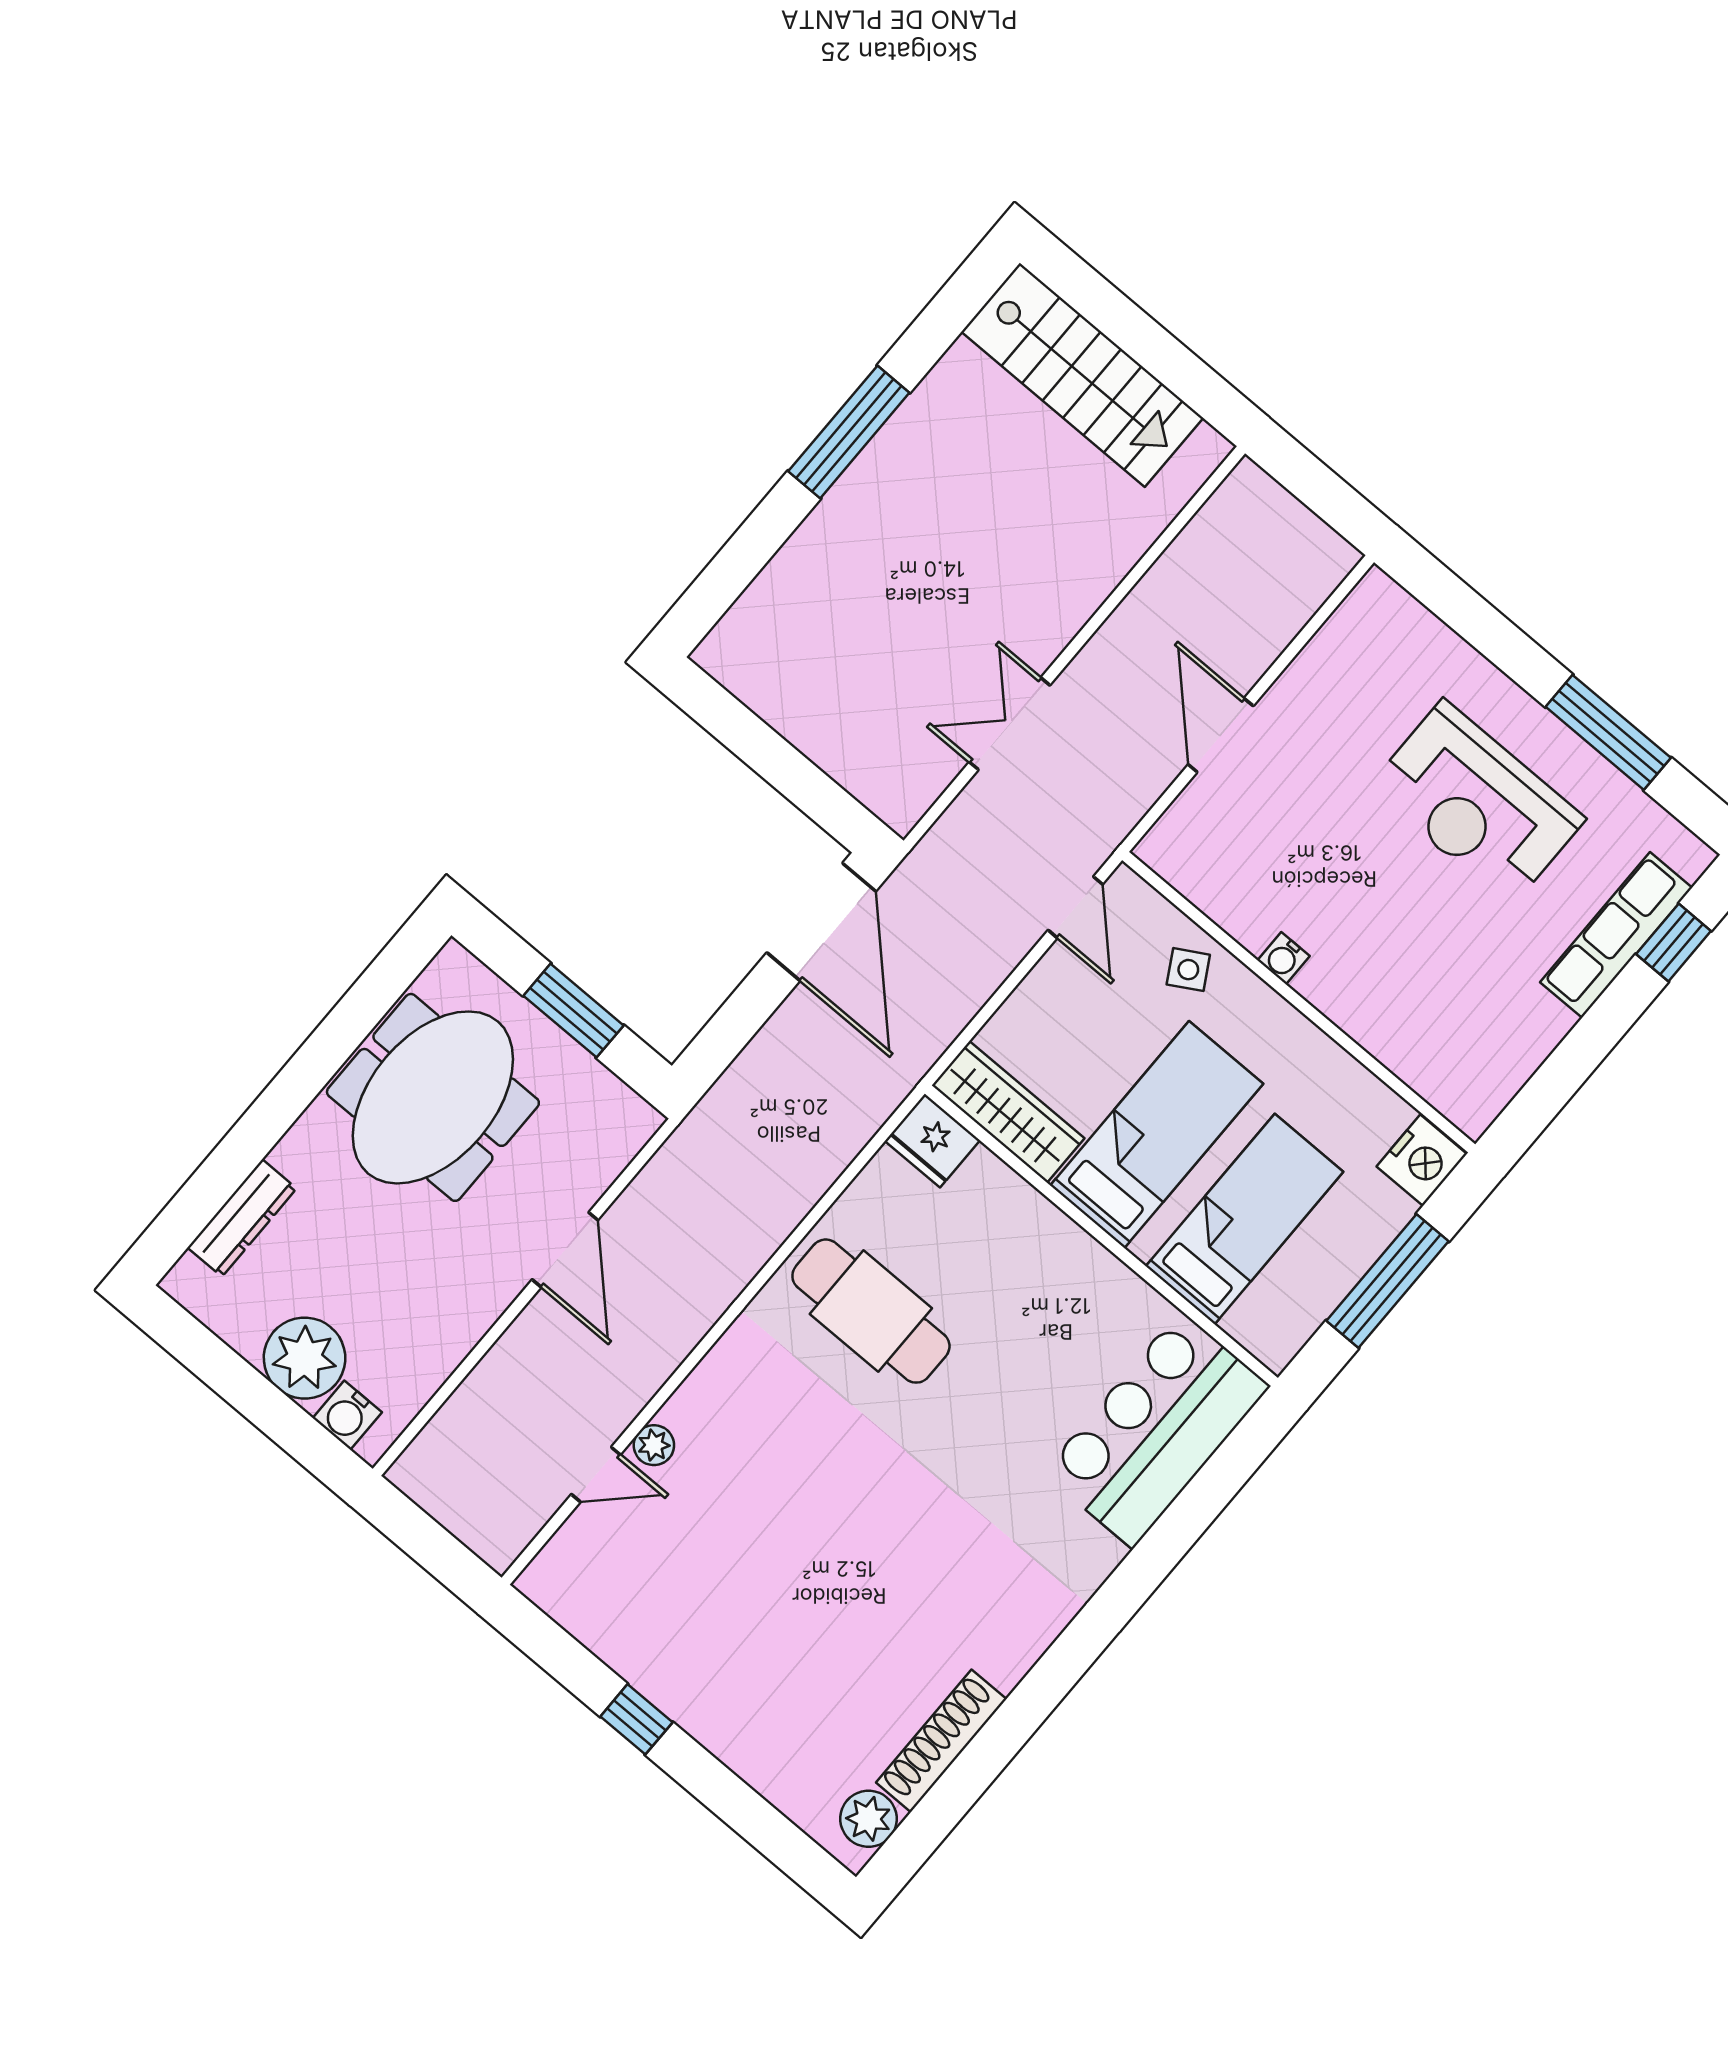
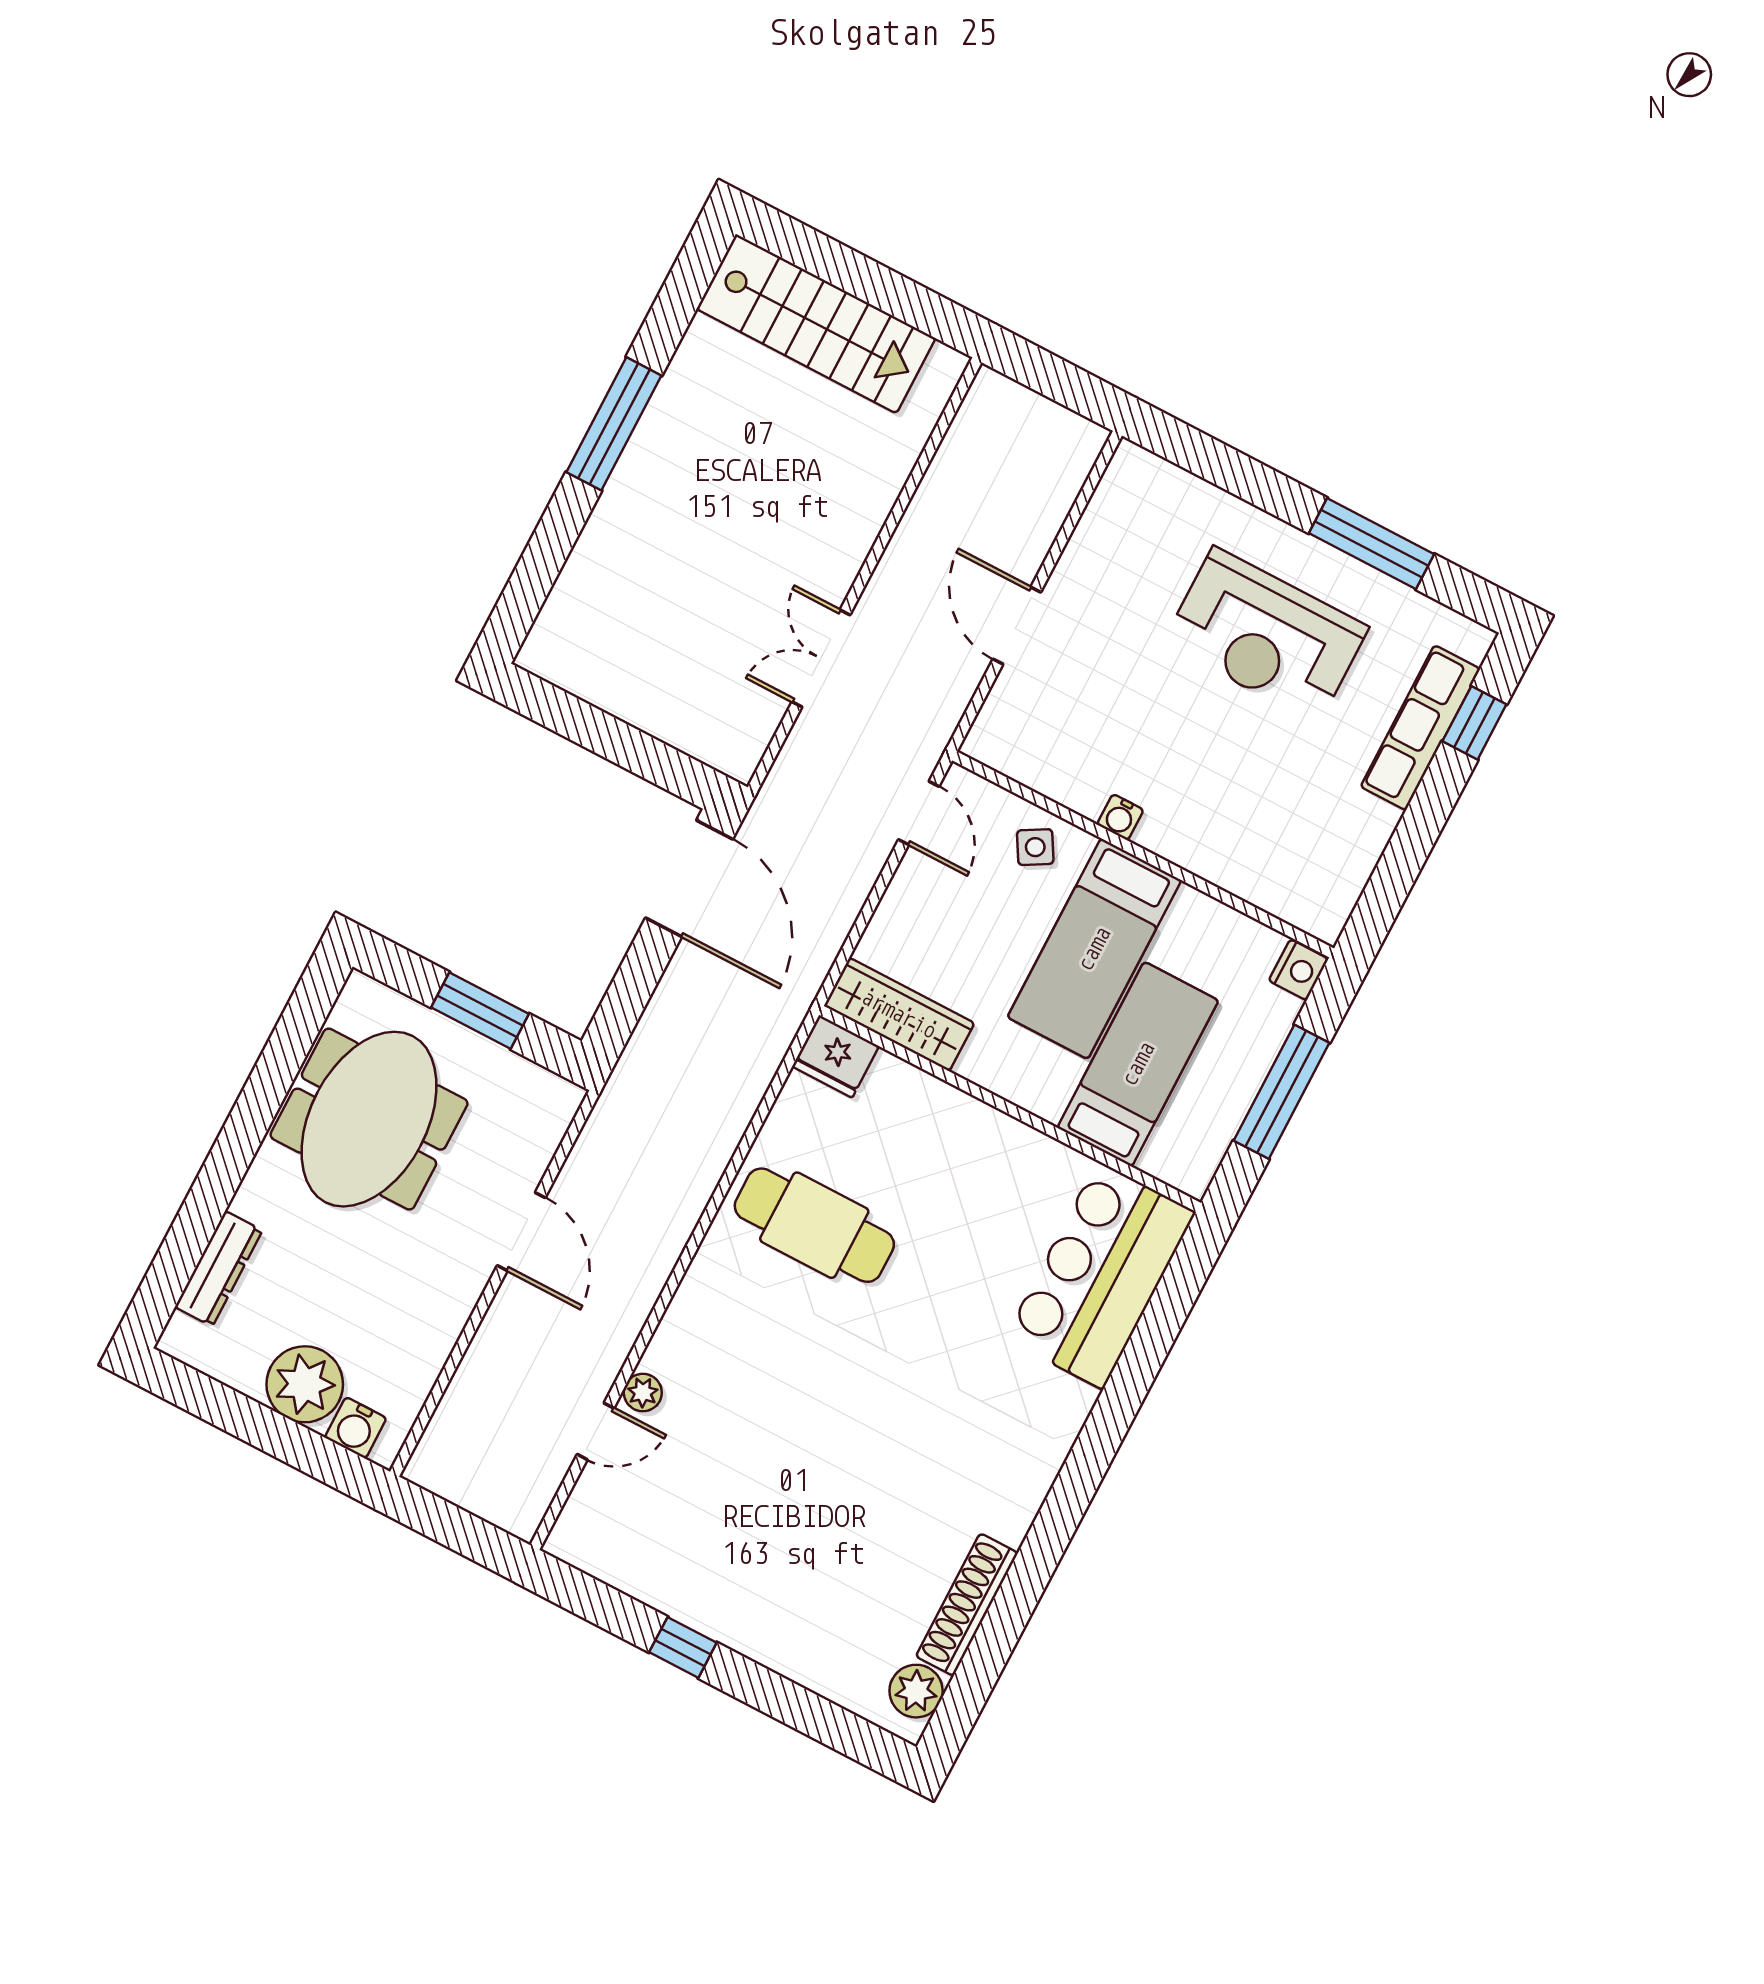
bed: (1157, 1135) -> (1094, 949), moved, turned 180
nightstand: (1422, 1160) -> (1298, 970), width x0.74, depth x0.75

